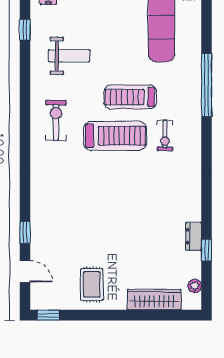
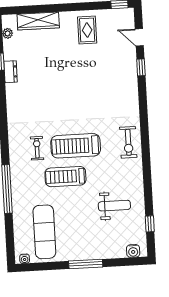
weight bench: (69, 56) -> (114, 206), turned 180
treadmill: (130, 97) -> (65, 177), turned 180
exercise bike: (56, 120) -> (128, 142), moved

